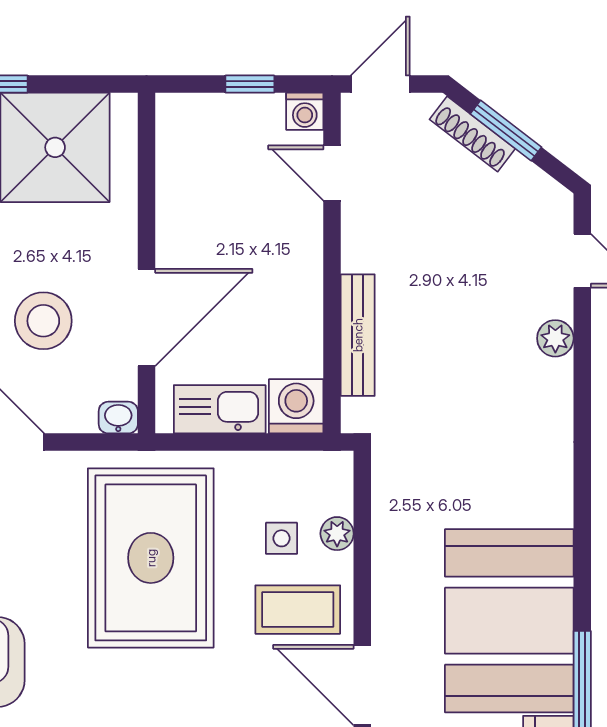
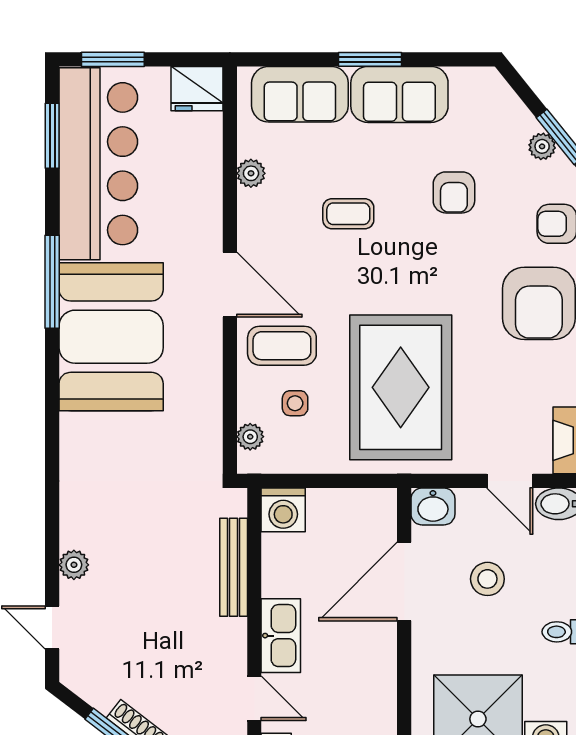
stool: (43, 321) -> (487, 579), width x0.73, depth x0.73
kitchen sink: (220, 409) -> (281, 636), moved, turned -90
washbasin: (118, 418) -> (433, 506), width x1.38, depth x1.45
plant: (337, 534) -> (250, 437), moved

